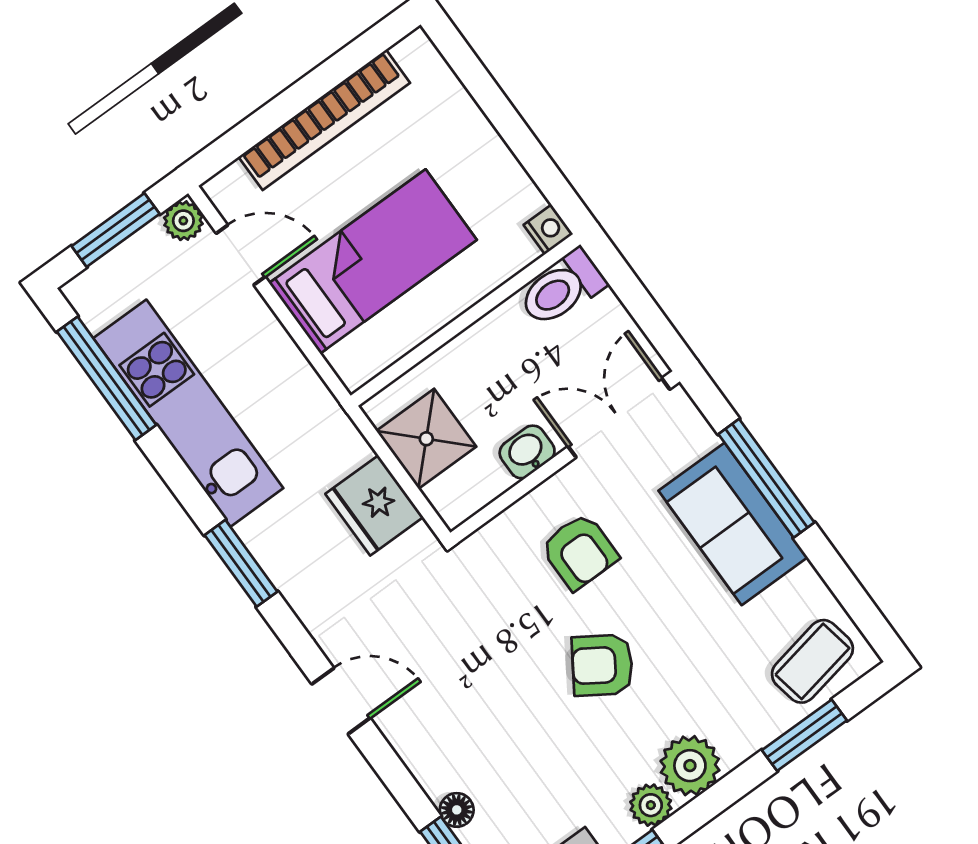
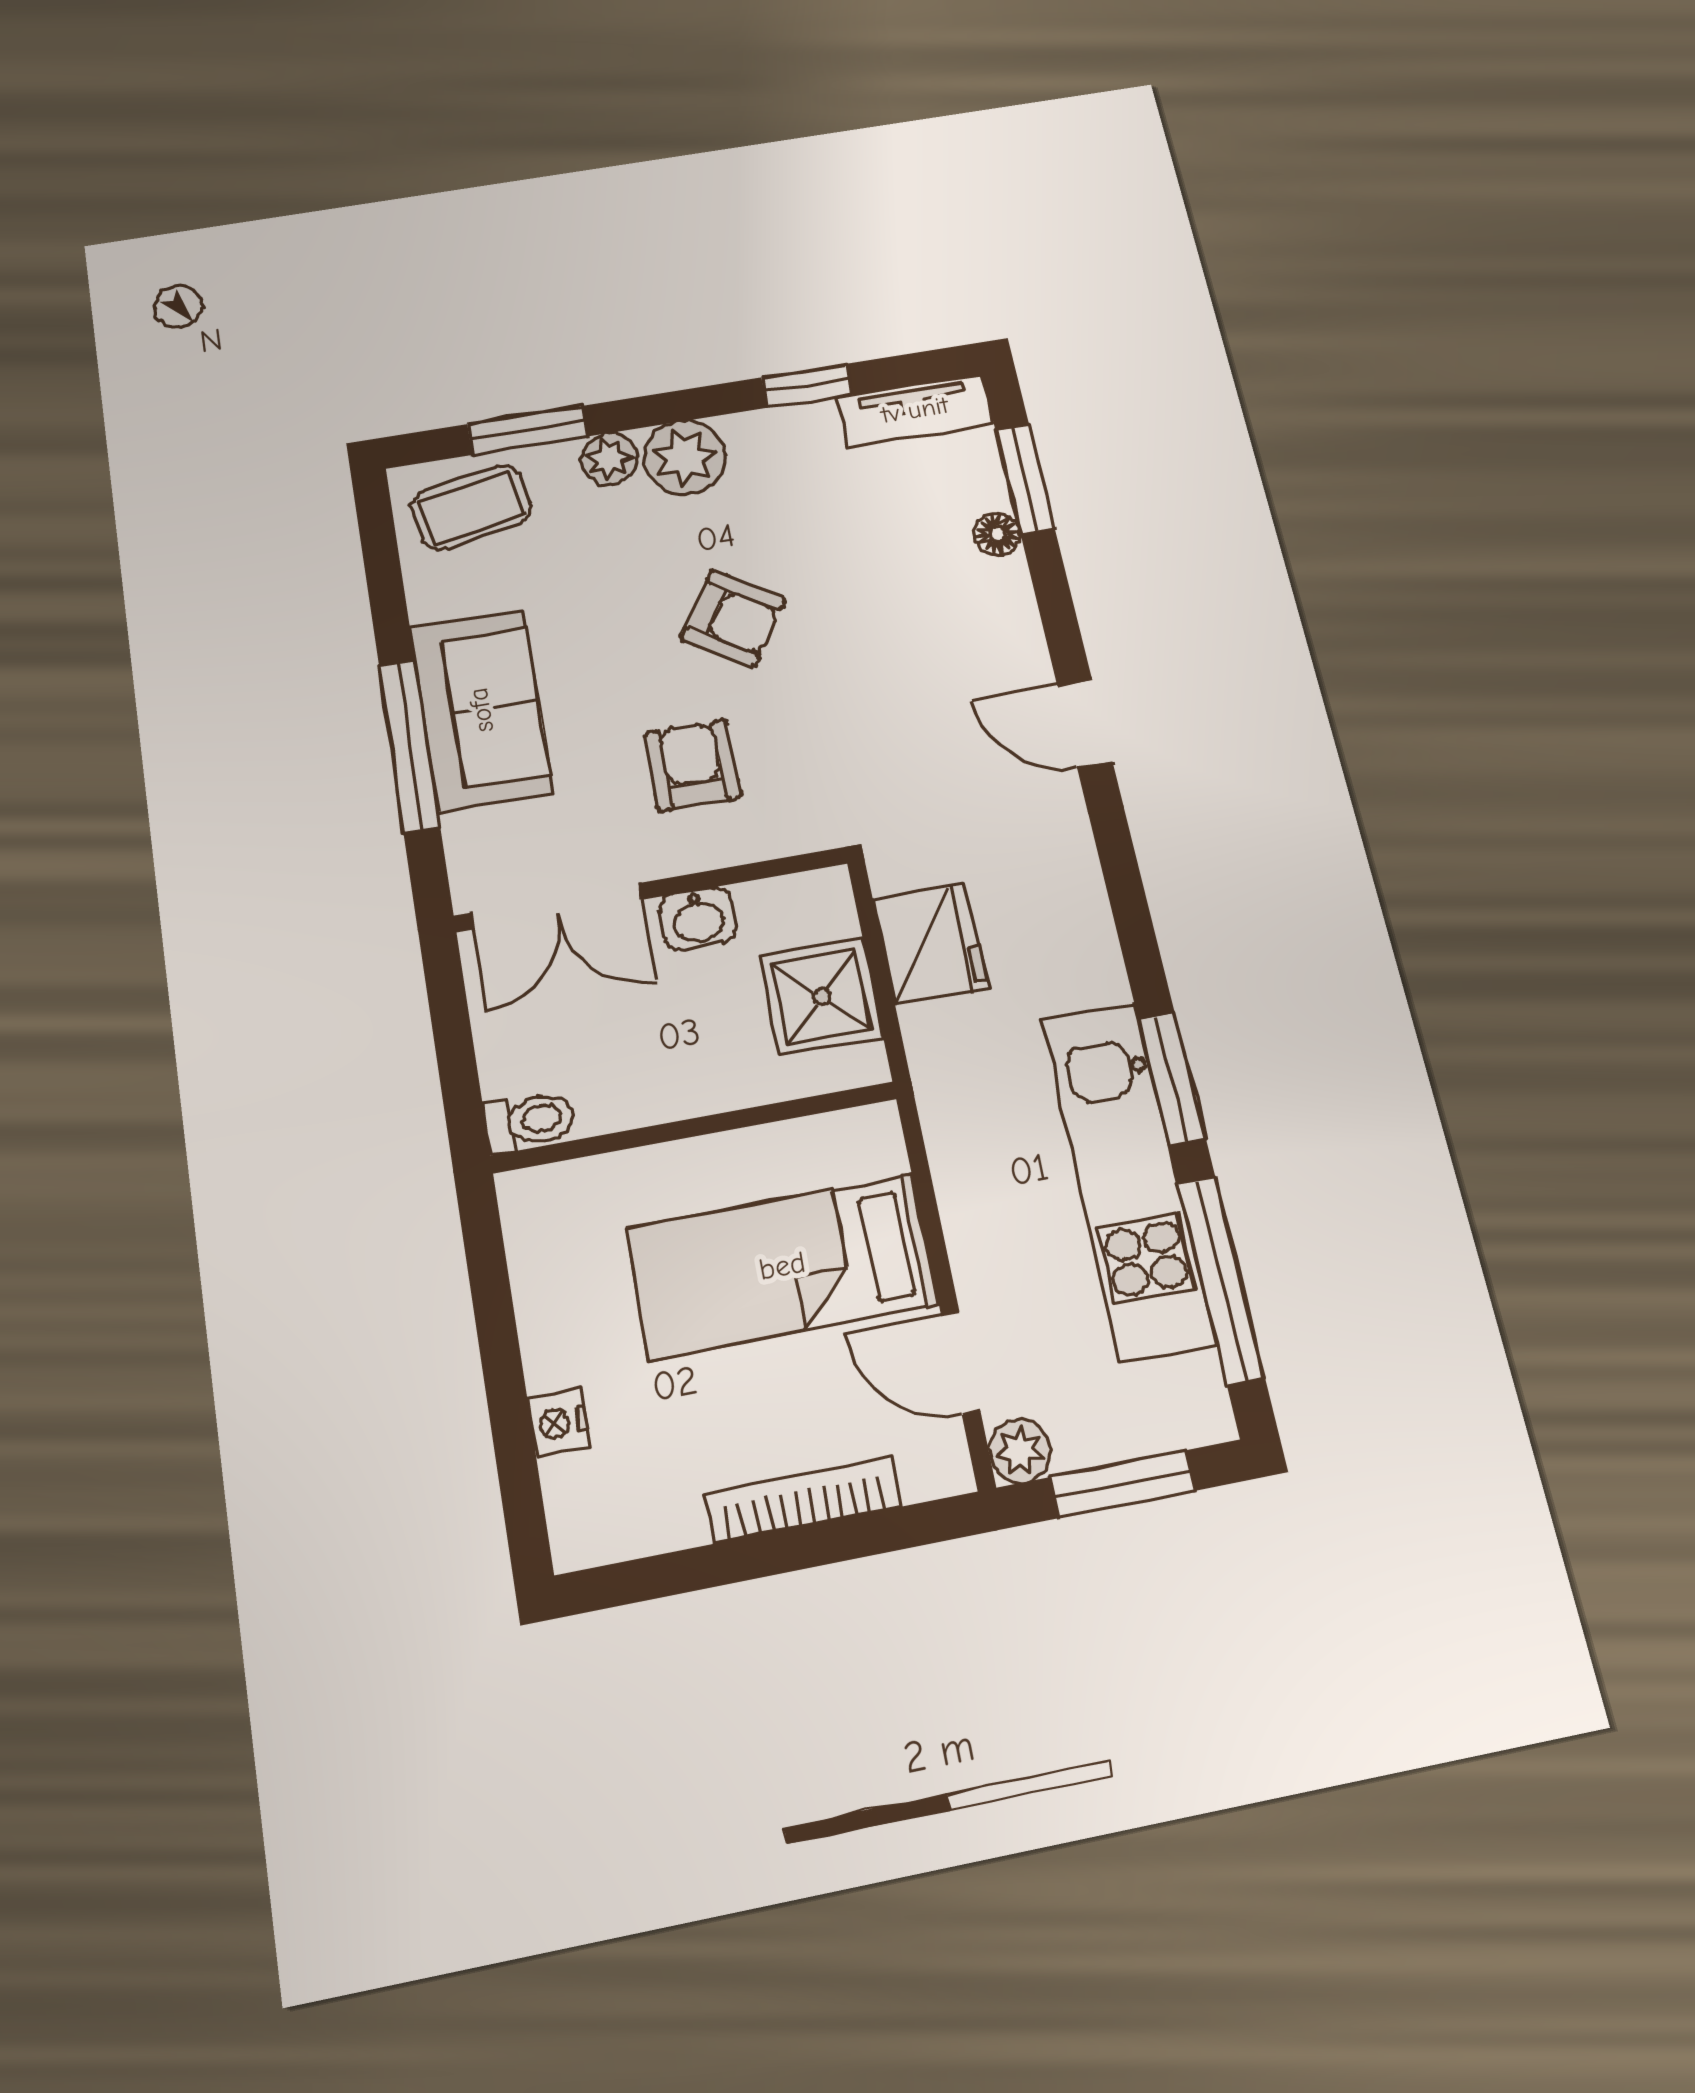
bookcase: (324, 120) -> (803, 1500), width x0.68, depth x0.76
nightstand: (548, 229) -> (558, 1423), moved
toilet: (562, 288) -> (530, 1121), width x0.73, depth x0.72
window: (241, 563) -> (1172, 1079), moved
plant: (651, 805) -> (609, 459), moved

